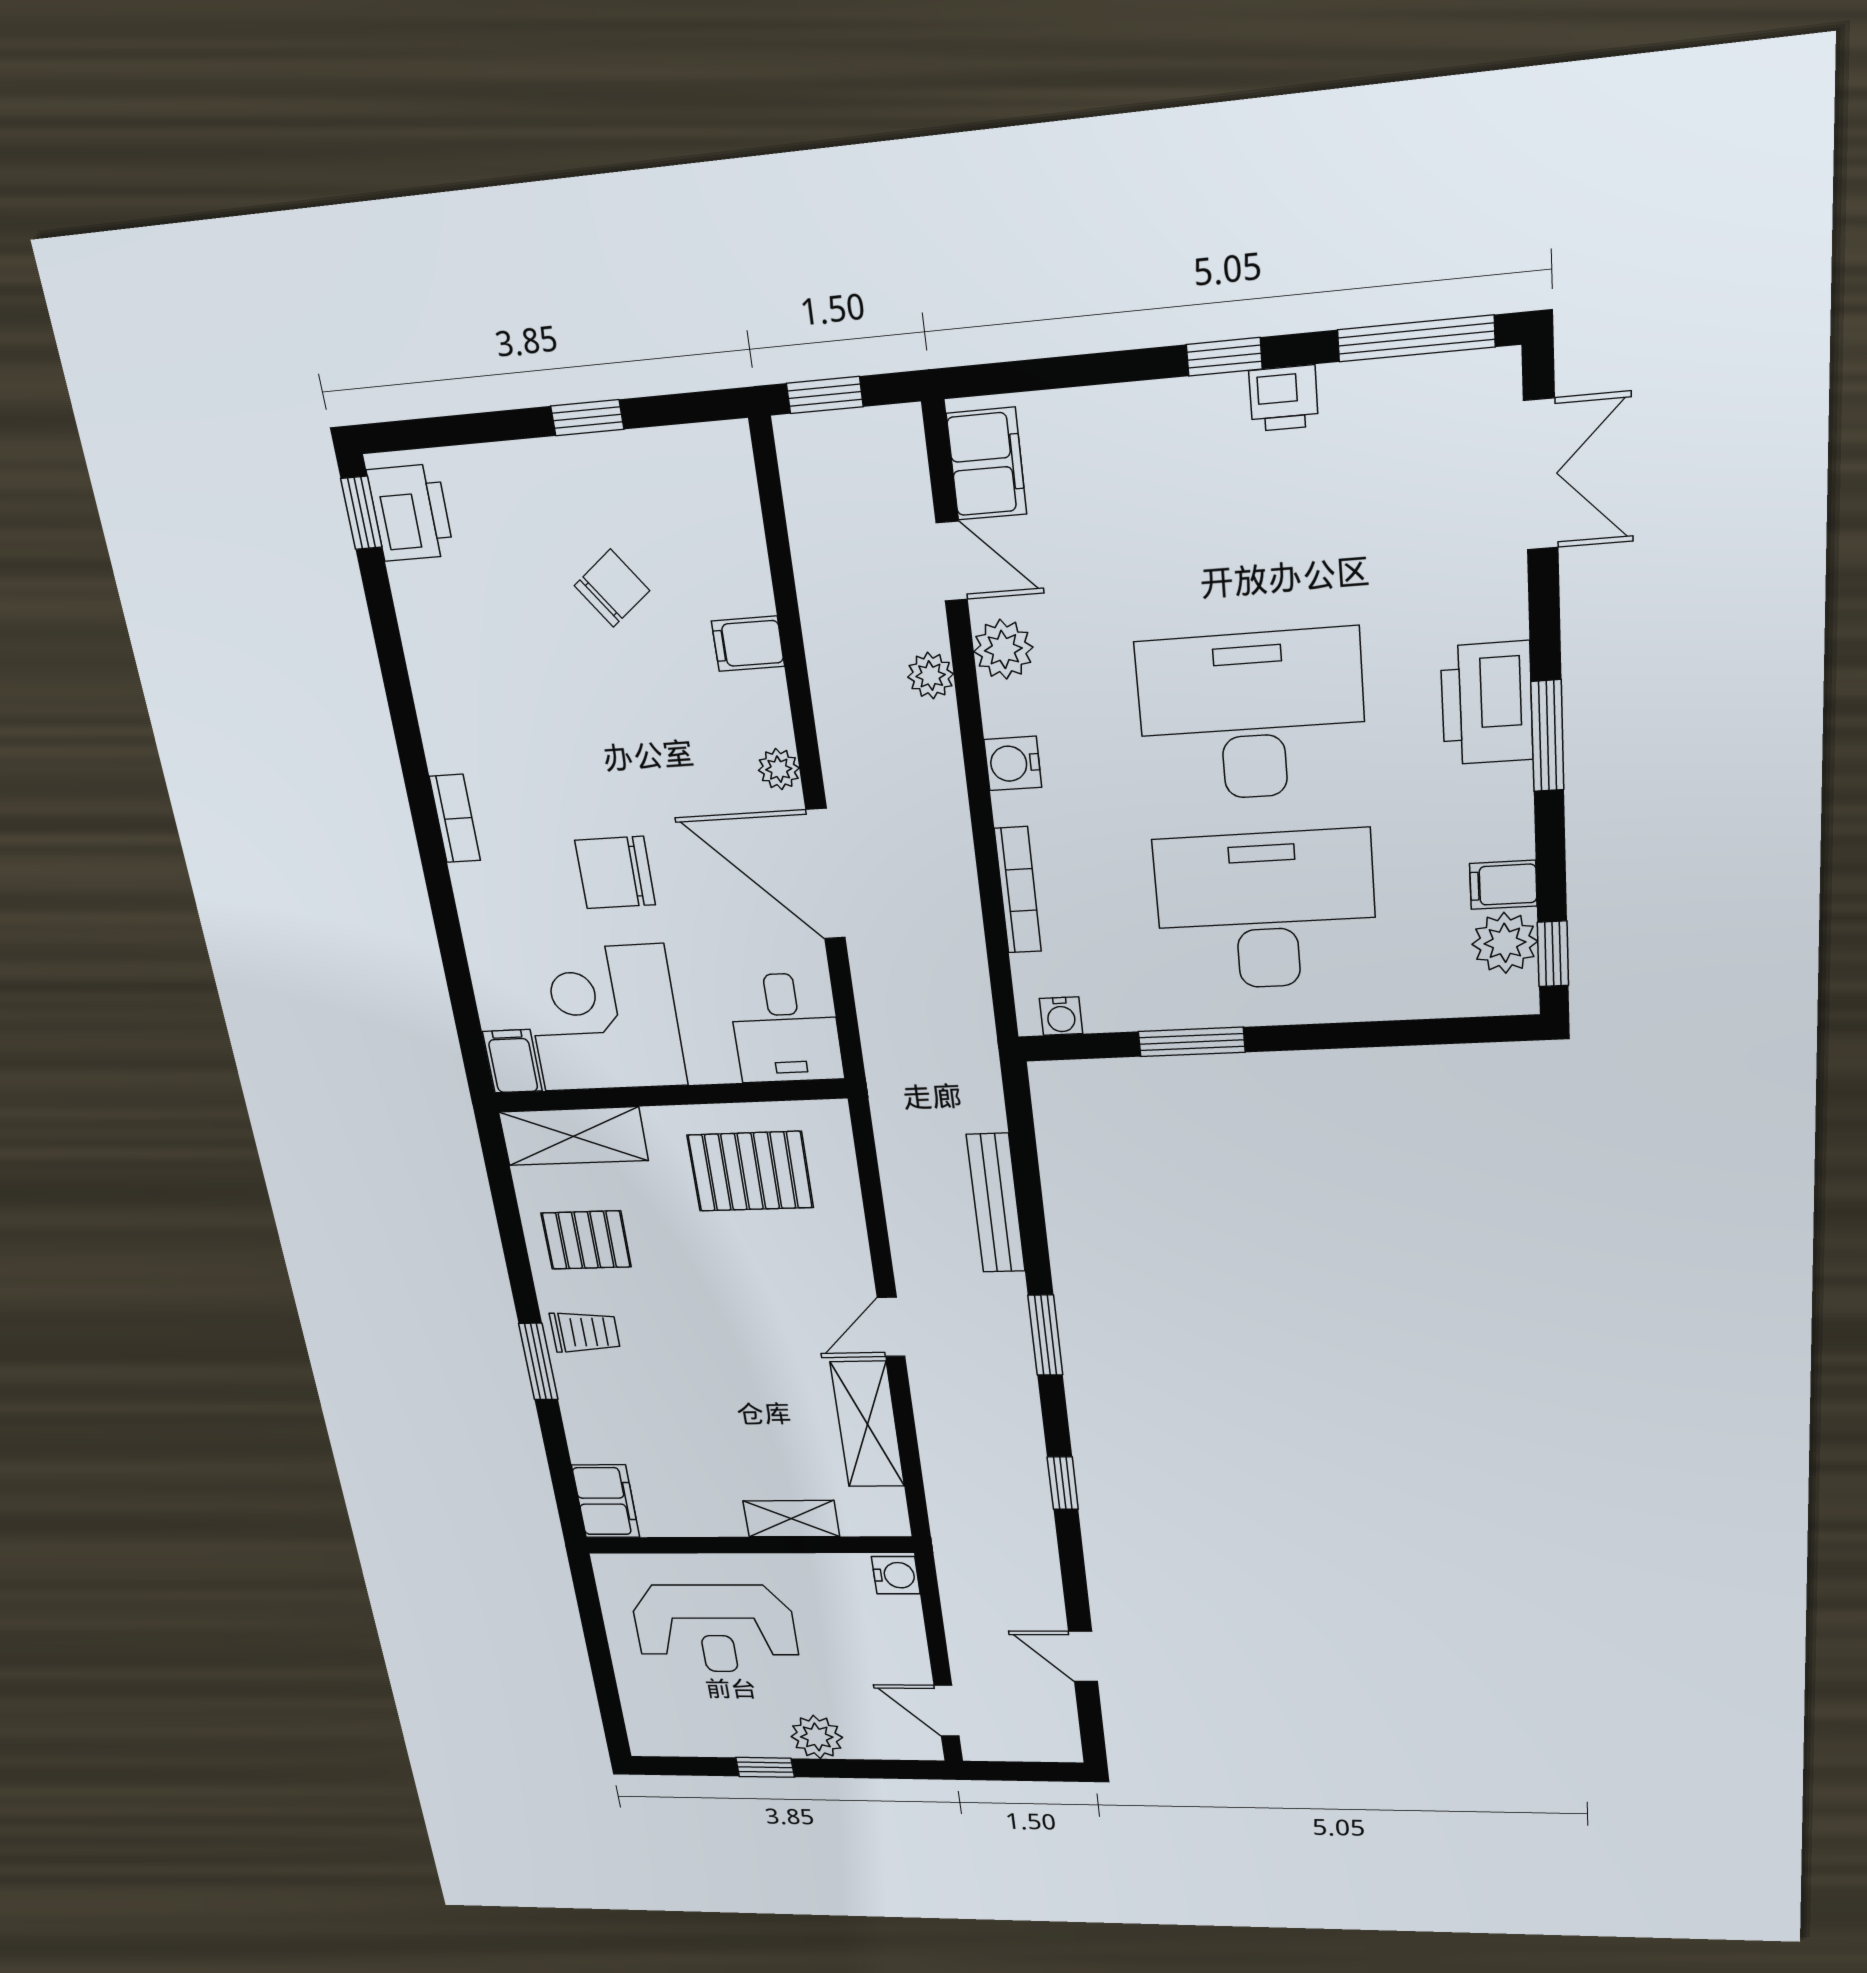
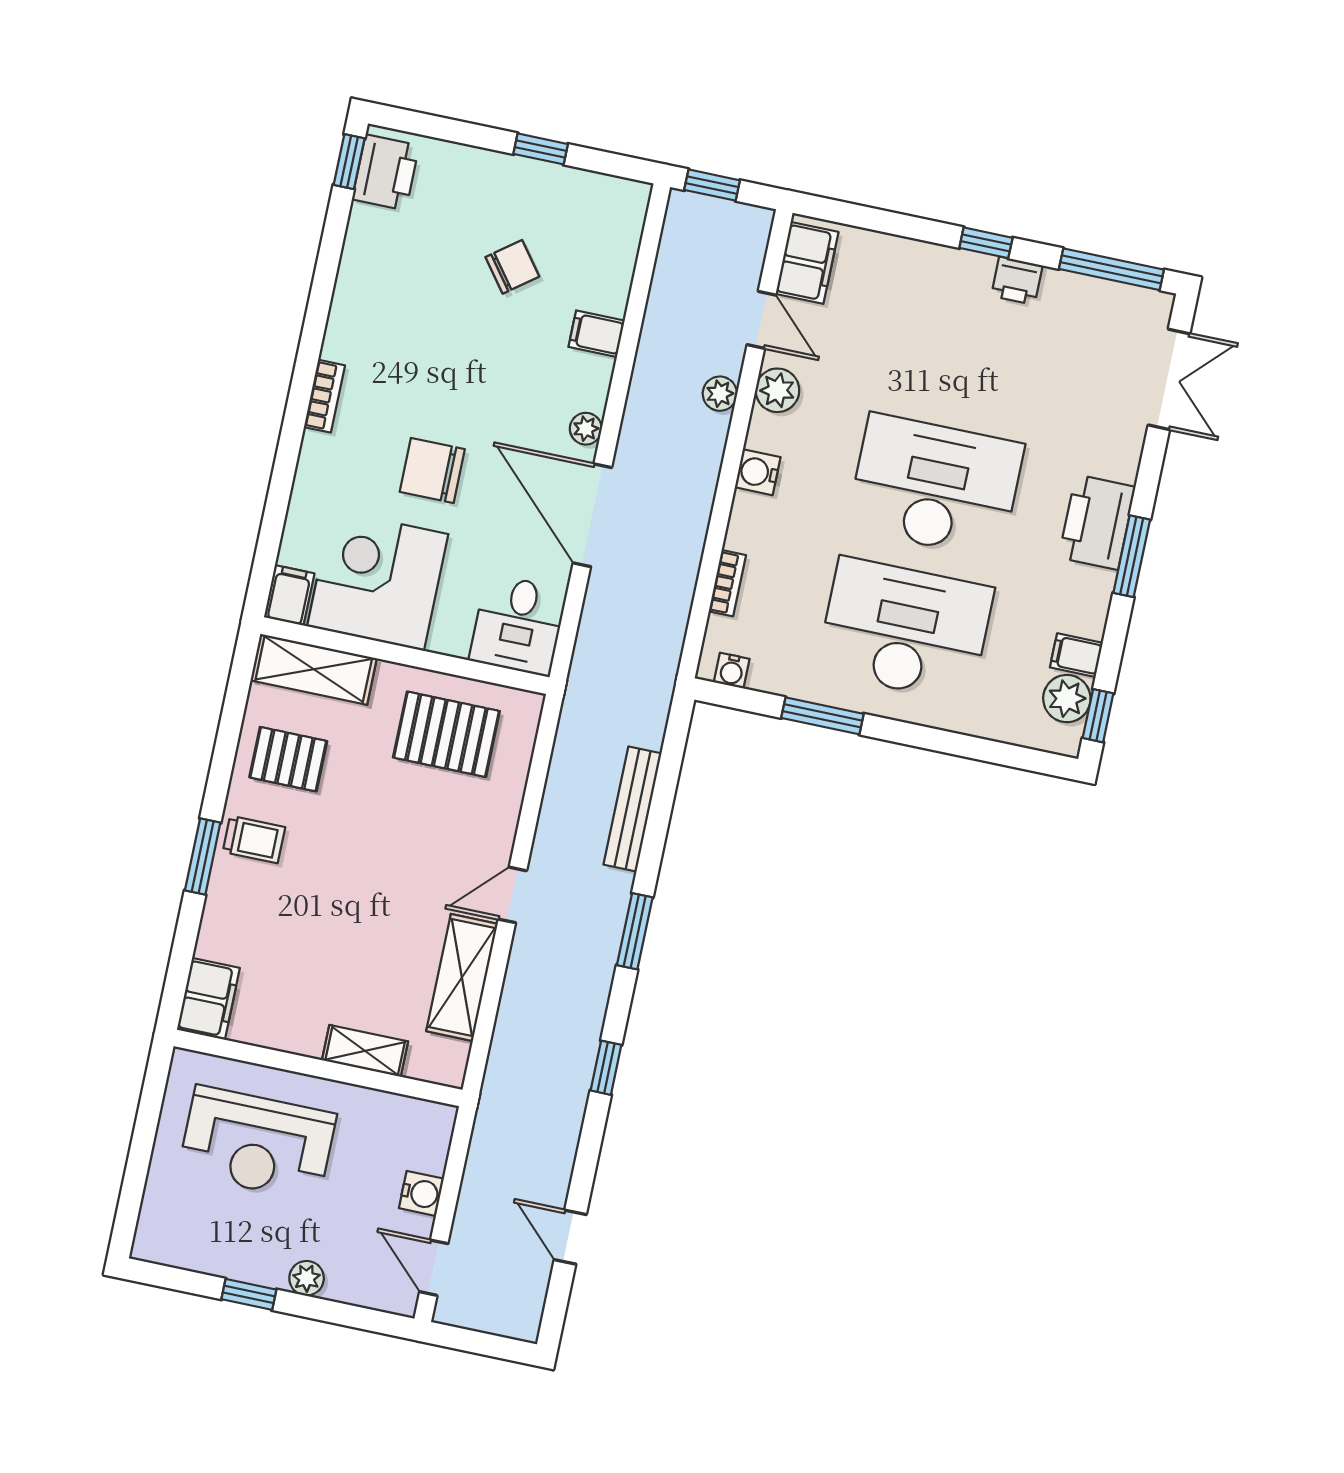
bookcase: (1018, 890) -> (727, 583), width x0.64
water cooler: (896, 1575) -> (421, 1193), moved
plant: (817, 1737) -> (307, 1278), width x0.73, depth x0.73

